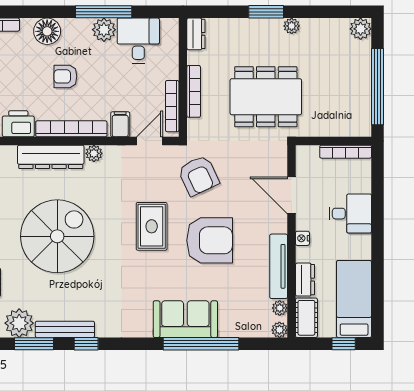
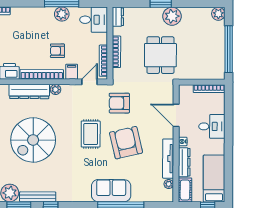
plant: (292, 26) -> (172, 16), width x1.87, depth x1.87
floor lamp: (47, 31) -> (27, 15), removed
desk: (138, 41) -> (94, 20), moved, turned 90
armchair: (65, 76) -> (57, 51), moved
dining table: (266, 97) -> (160, 55), width x0.73
armchair: (198, 176) -> (119, 103), turned 115
spiral stairs: (57, 236) -> (33, 140), turned 180
armchair: (210, 240) -> (126, 143), turned -103
dresser: (305, 280) -> (184, 162), width x1.44
plant: (279, 330) -> (169, 197), removed

